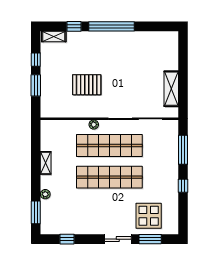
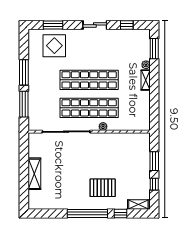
pallet: (87, 85) -> (103, 188), moved
shelving: (171, 89) -> (34, 174), moved
shelving: (46, 163) -> (146, 80), moved
window: (183, 186) -> (24, 72), width x2.17
sliding door: (118, 239) -> (95, 25), moved

